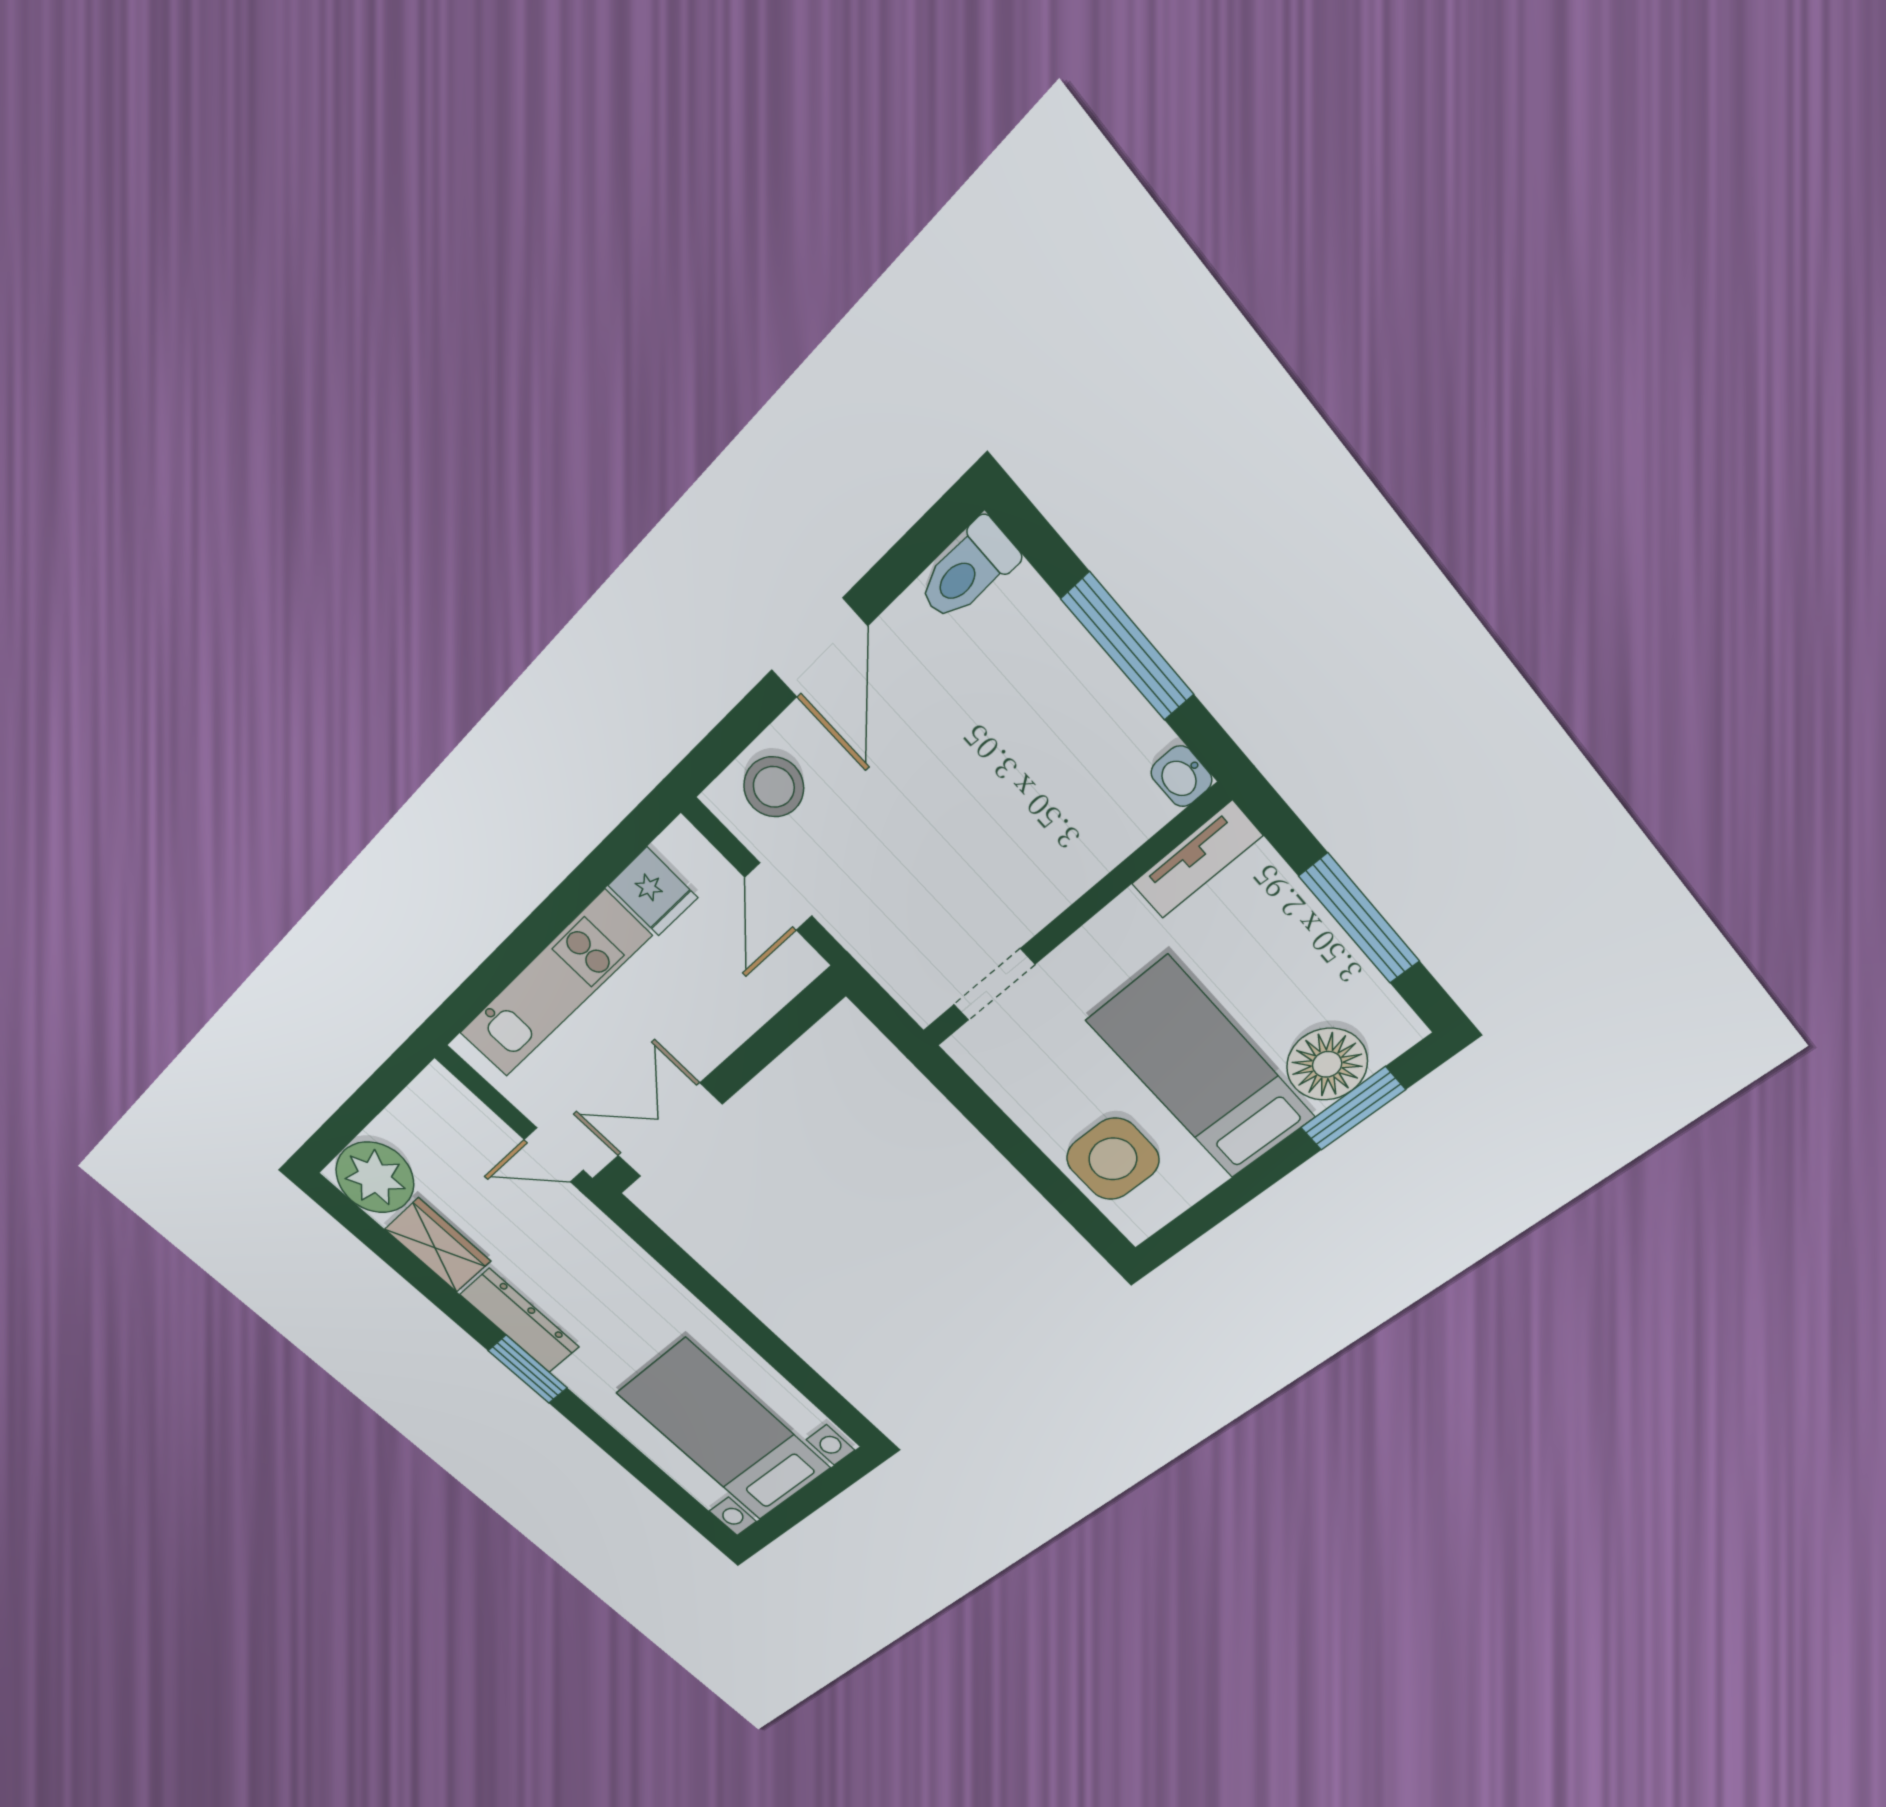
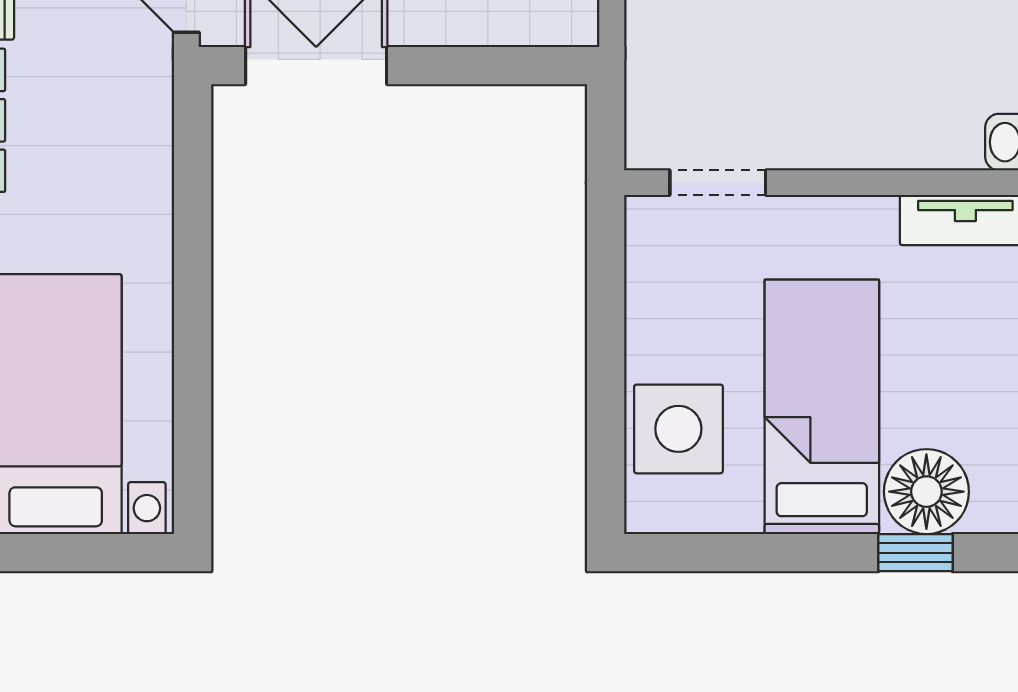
window: (1353, 1109) -> (916, 553), width x0.67

